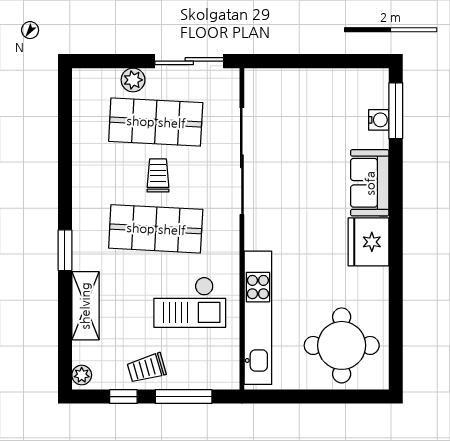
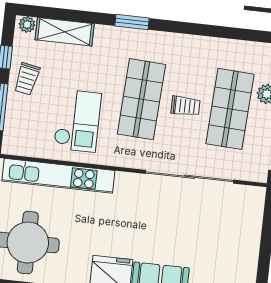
checkout: (190, 302) -> (77, 121), turned 180
shelving: (85, 306) -> (65, 32), moved
trolley: (147, 368) -> (27, 79), turned -153

